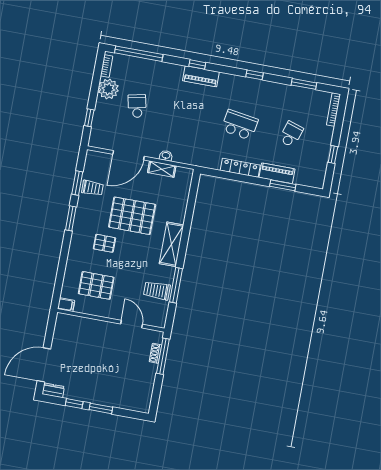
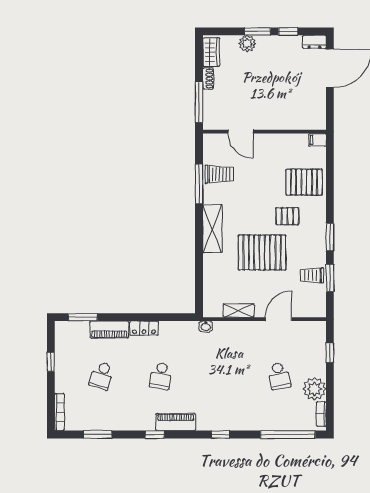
piano: (201, 76) -> (176, 422), moved
school desk: (240, 125) -> (161, 376), width x0.54
door: (128, 155) -> (279, 319), width x0.73
washbasin: (166, 156) -> (206, 326), moved
locker: (240, 168) -> (144, 328), width x0.66
window: (283, 185) -> (83, 317), moved
pallet: (96, 285) -> (304, 182), moved
shoe rack: (155, 353) -> (208, 79), moved
wardrobe: (144, 398) -> (211, 52), added
plant: (112, 399) -> (247, 44), added

